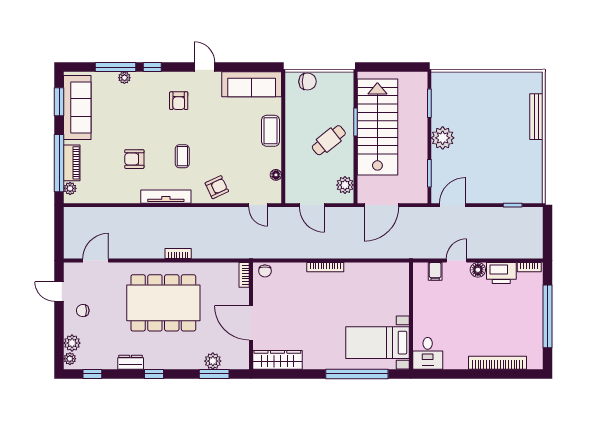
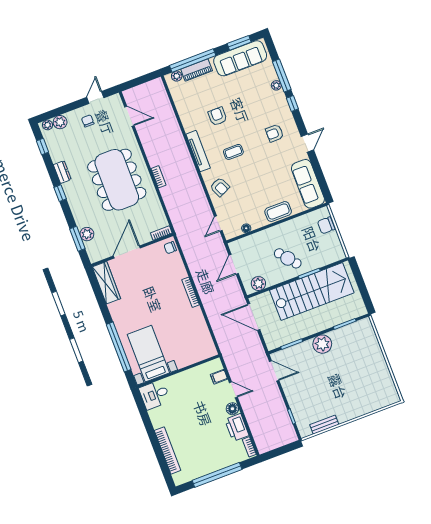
chair: (308, 82) -> (326, 225), turned 90
bench: (536, 117) -> (324, 425), moved, width x0.73

